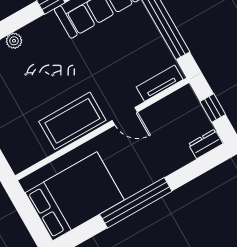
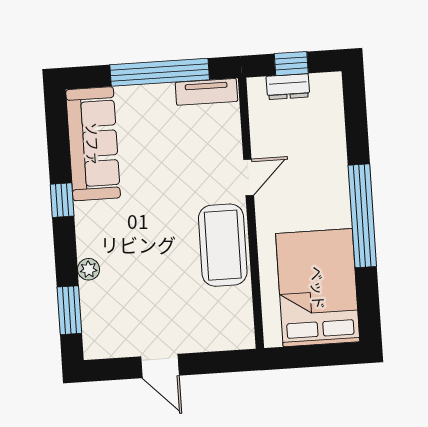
tv unit: (160, 83) -> (206, 92), moved, turned -90
dresser: (206, 144) -> (288, 87), moved, turned -90

